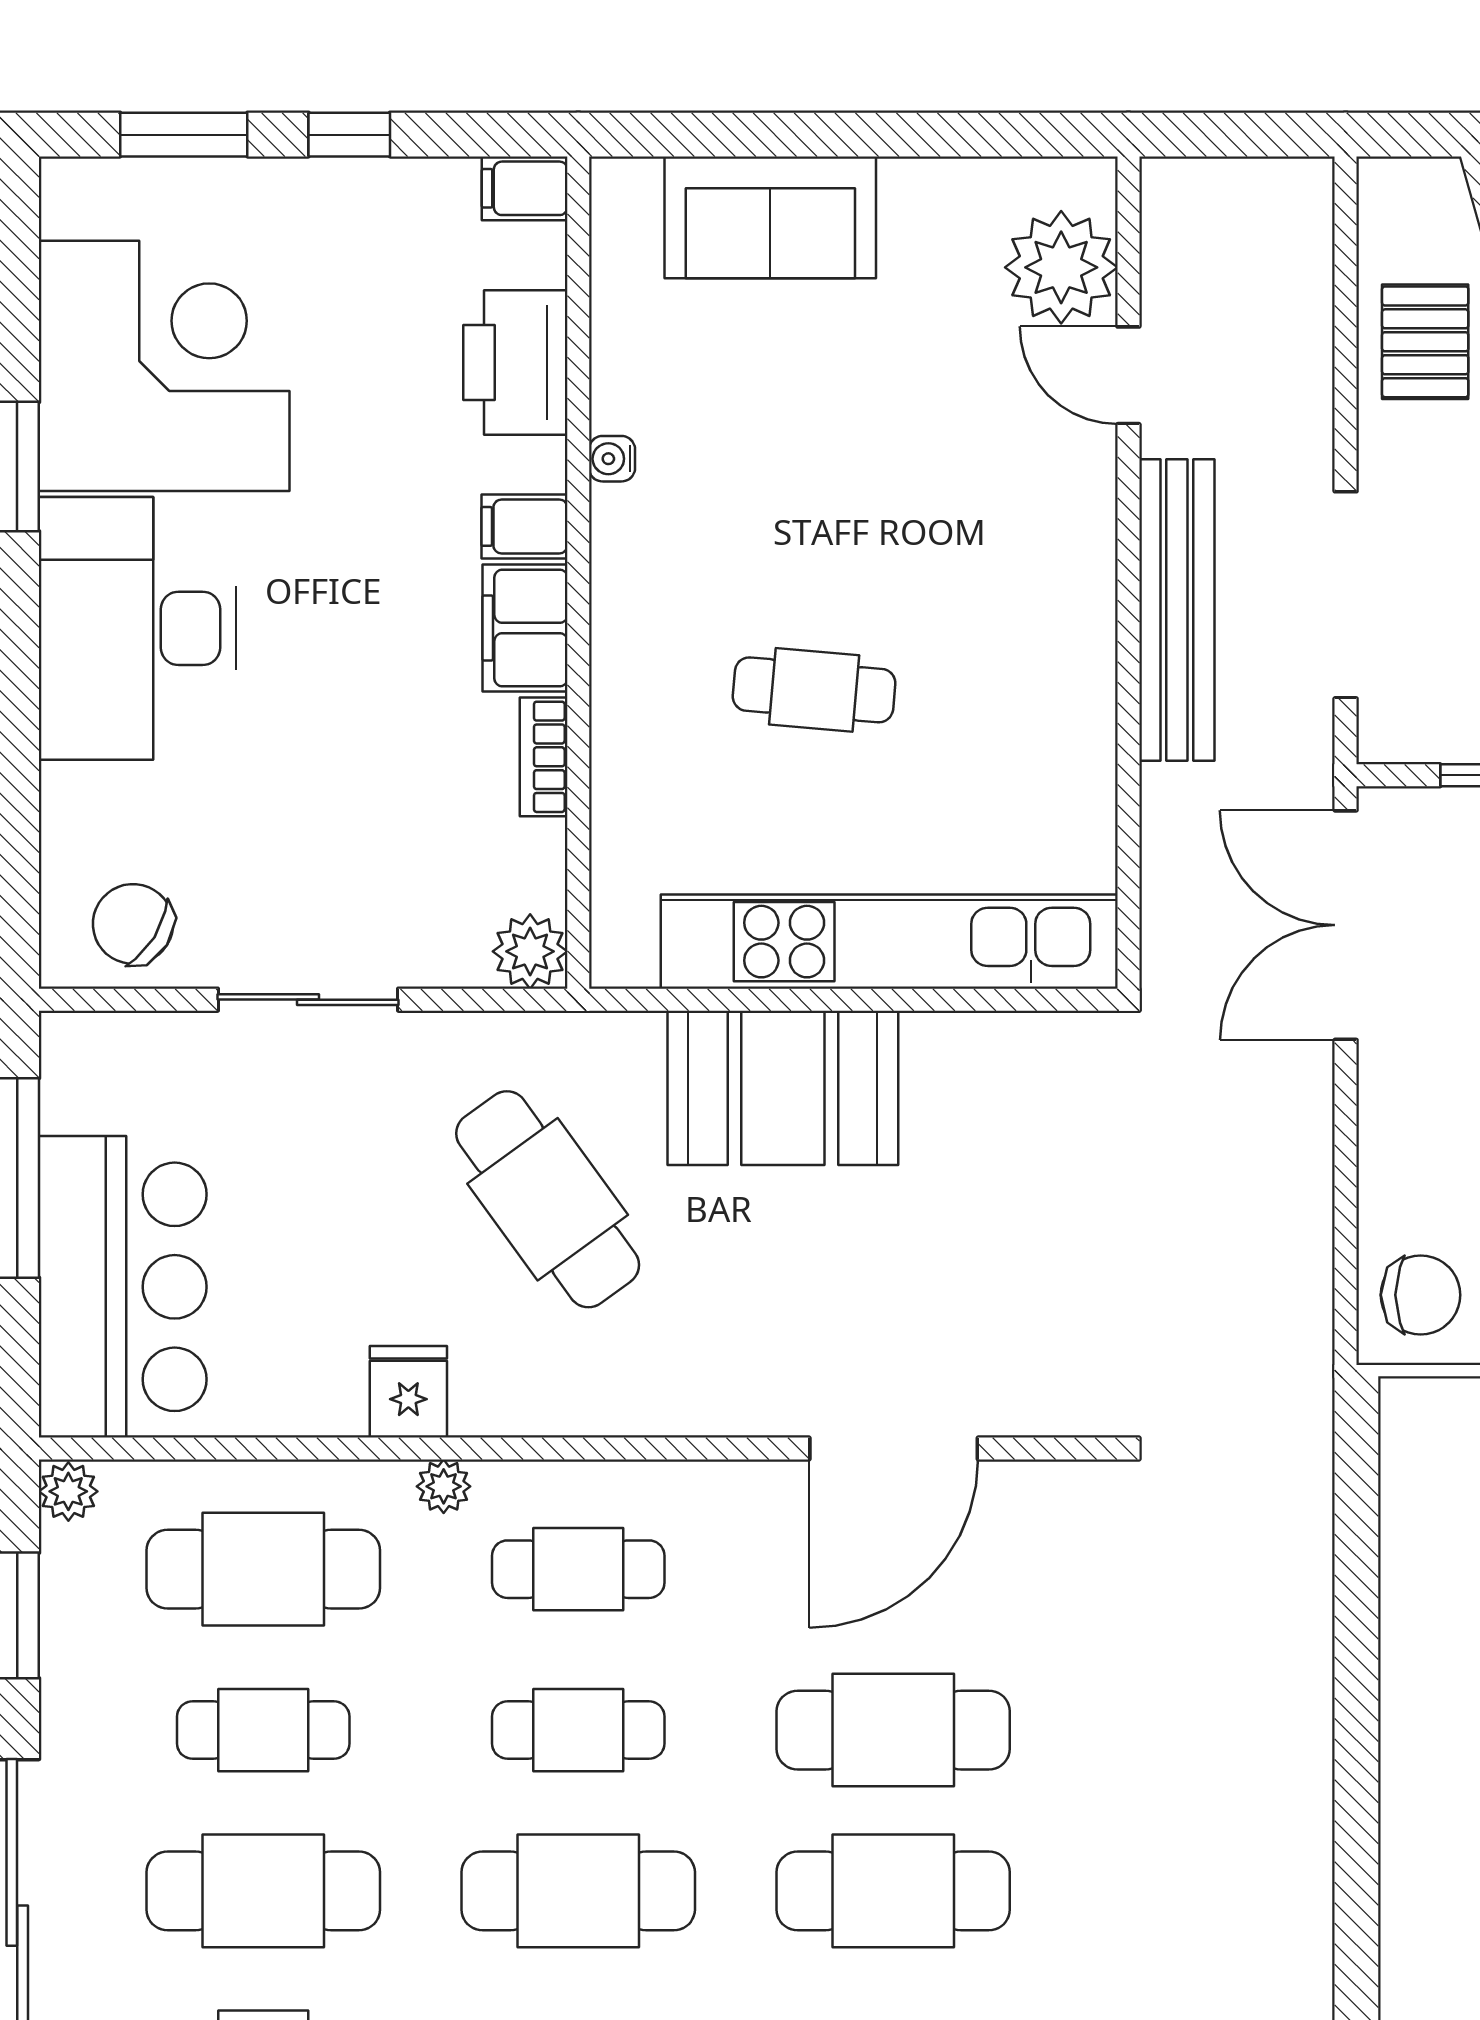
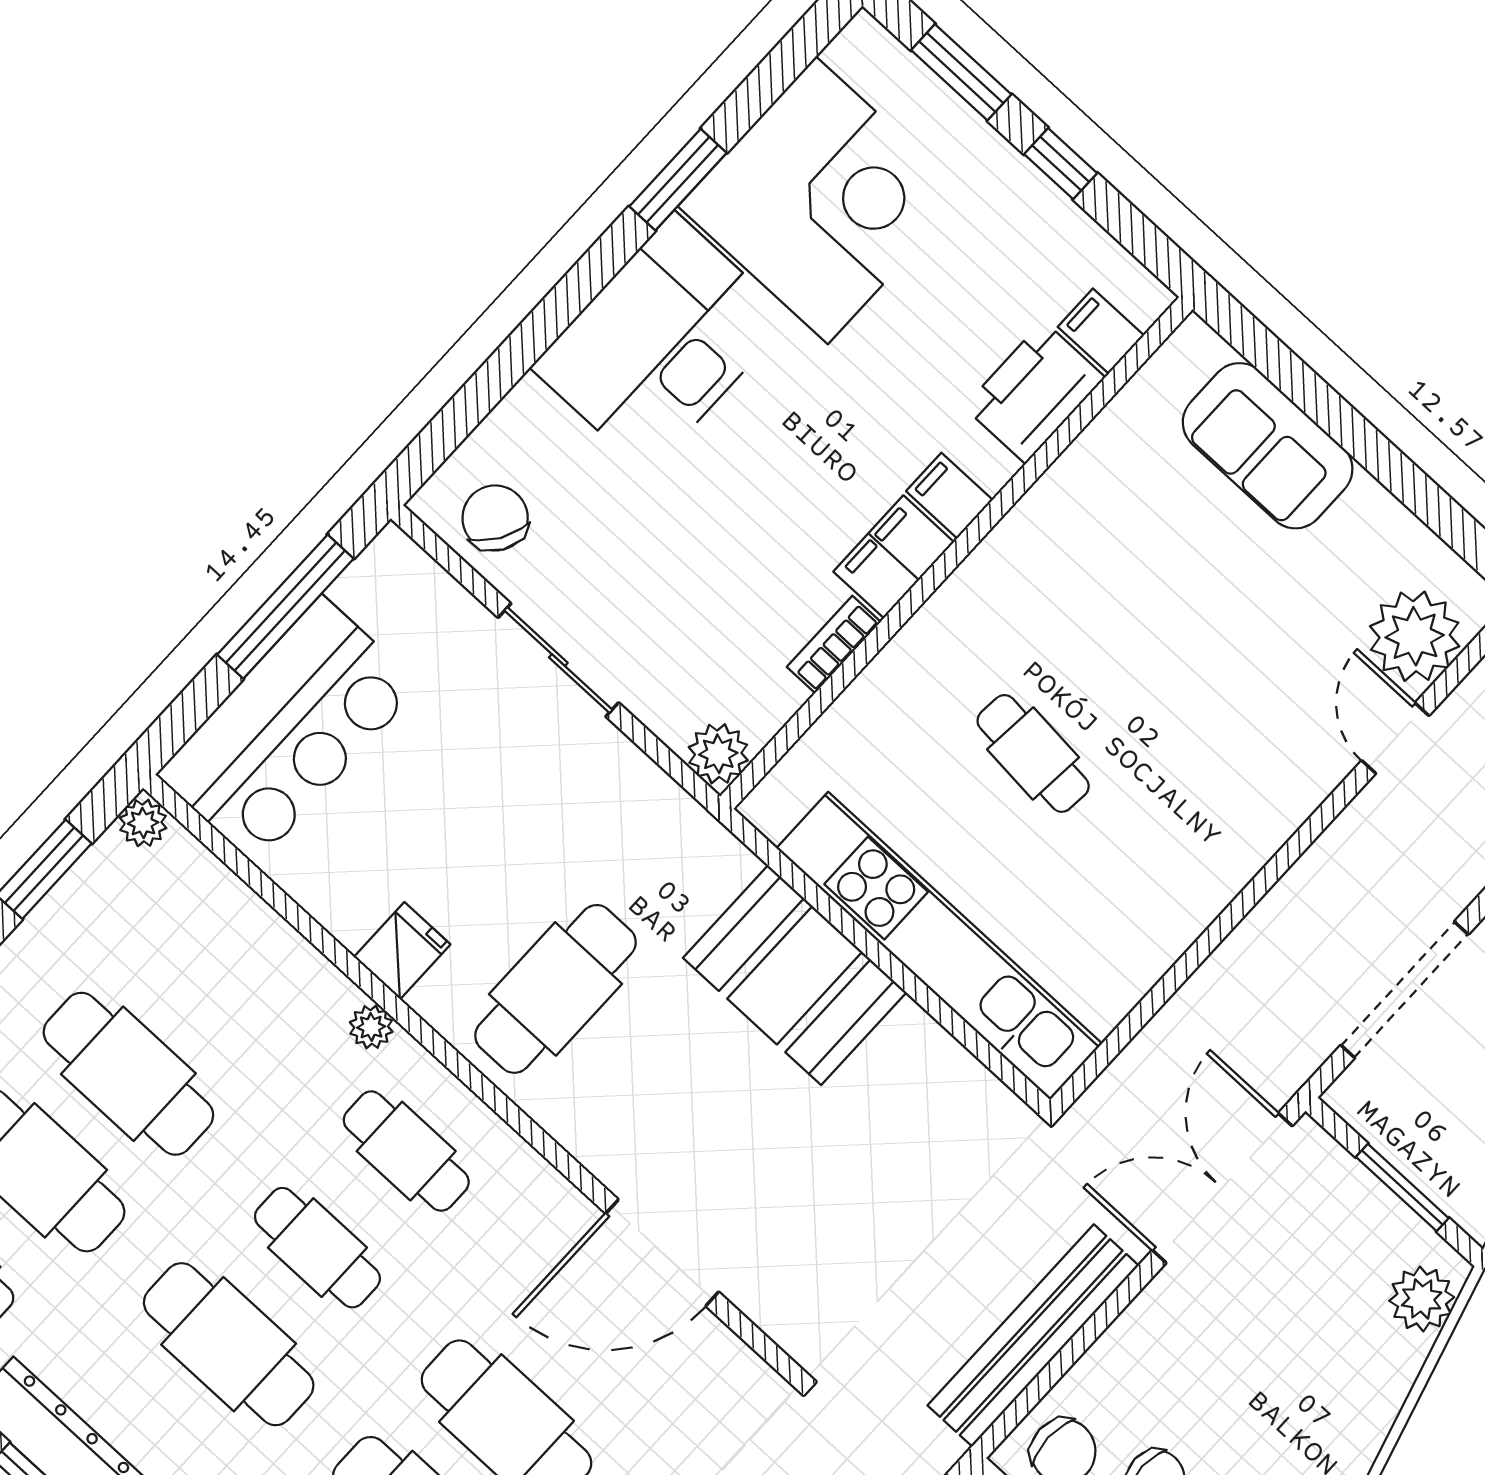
filing cabinet: (525, 188) -> (1101, 331), moved
water cooler: (612, 459) -> (1039, 503), removed
bench: (1177, 610) -> (1033, 1335), moved
cafe table: (548, 1199) -> (556, 989), moved, turned 36
cafe table: (263, 1569) -> (217, 977), removed
cafe table: (263, 1730) -> (128, 1074), width x1.37, depth x1.35

